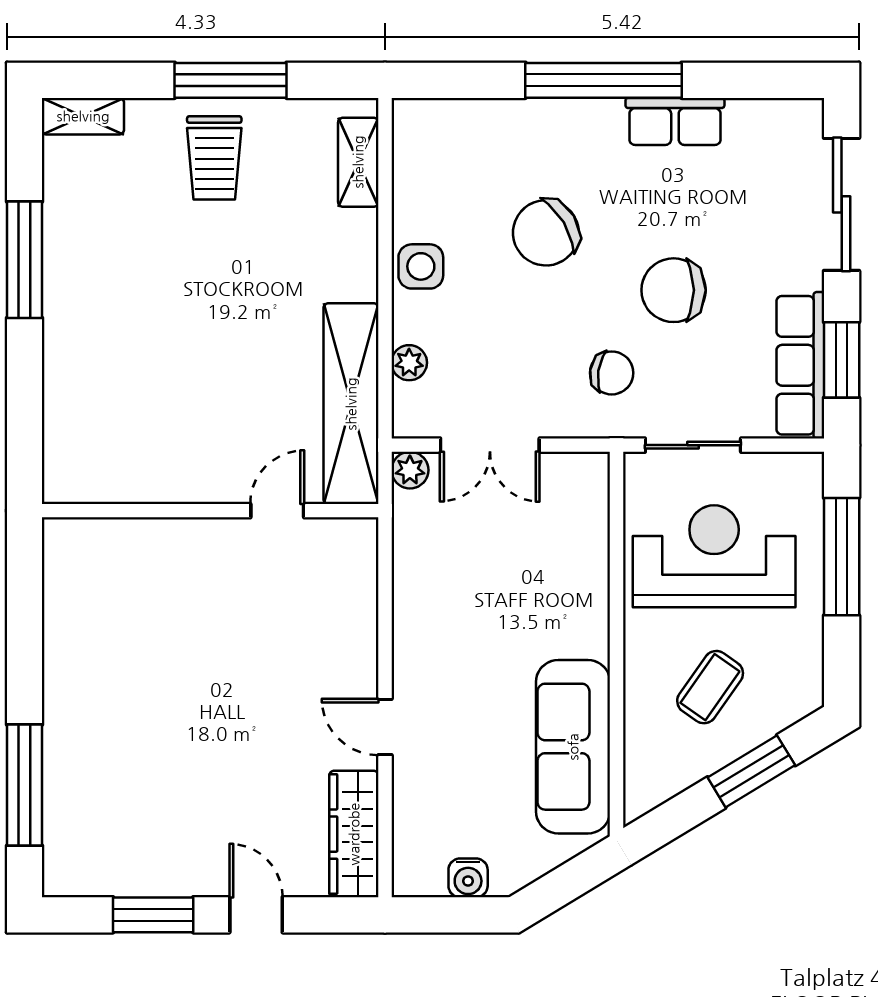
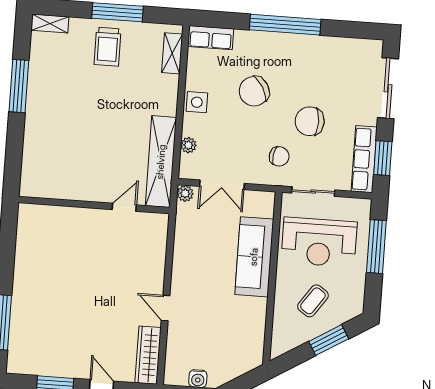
row of seats: (675, 121) -> (211, 38), moved
reception desk: (714, 556) -> (319, 242), turned 180
sofa: (573, 747) -> (254, 257), moved

